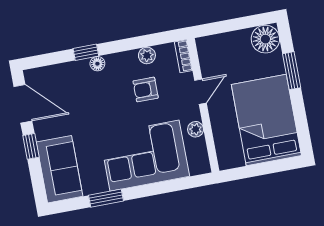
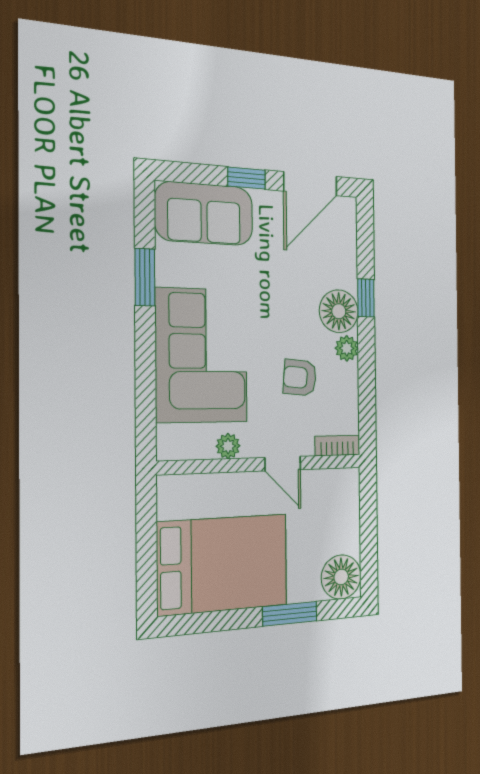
plant: (147, 55) -> (347, 348), moved
floor lamp: (97, 64) -> (339, 311), width x1.89, depth x1.89
armchair: (146, 89) -> (300, 378), turned -85

